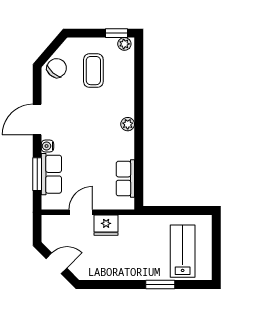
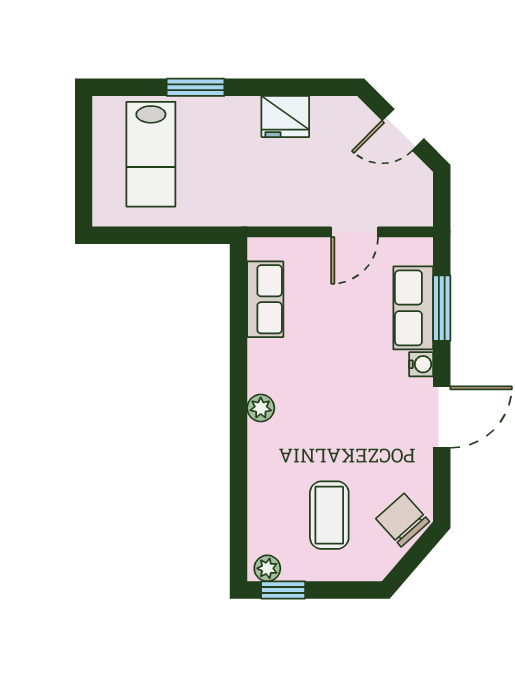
chair: (57, 68) -> (403, 520), turned 96
fridge: (106, 225) -> (285, 116), moved, turned 180

